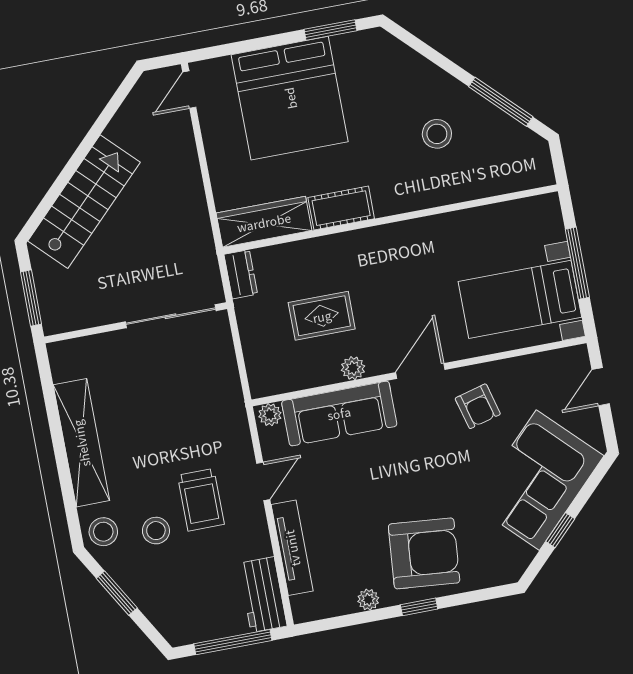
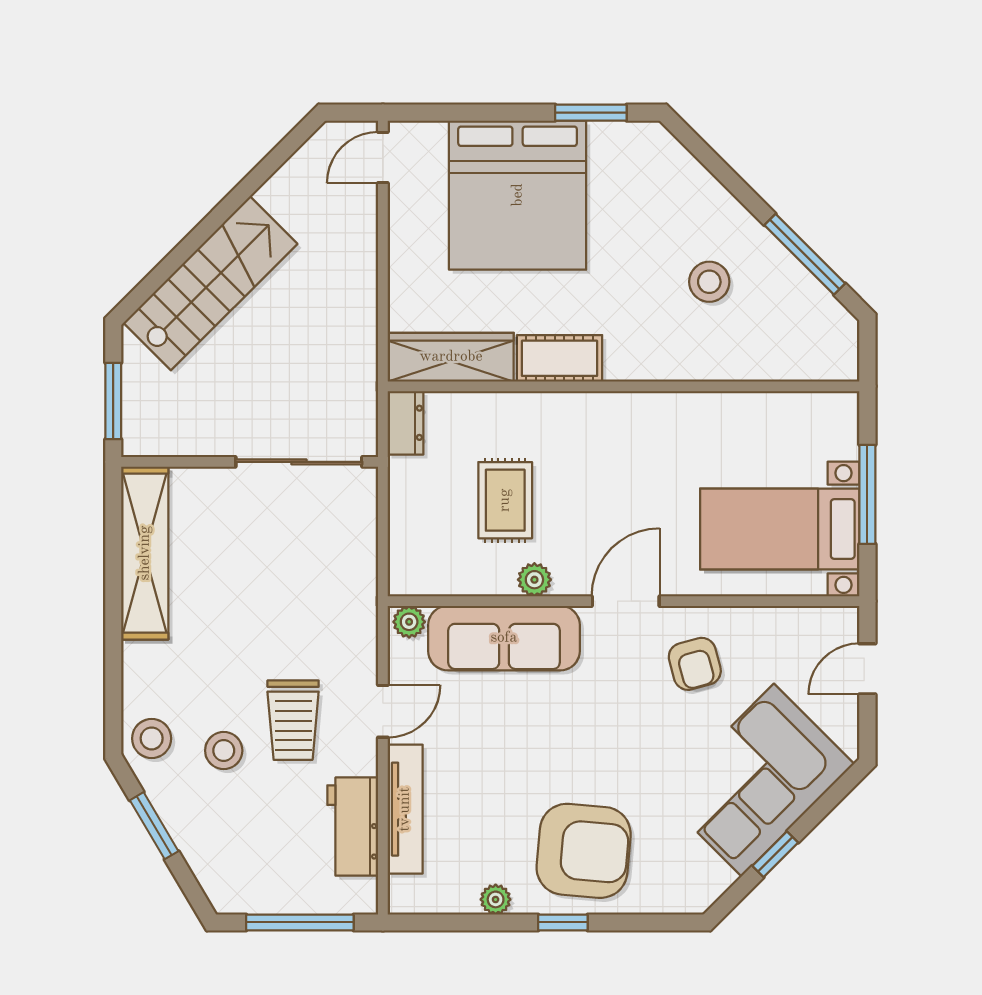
rug: (322, 316) -> (505, 500), turned 90
shelving: (81, 443) -> (145, 553), moved
workbench: (263, 595) -> (353, 827), moved

